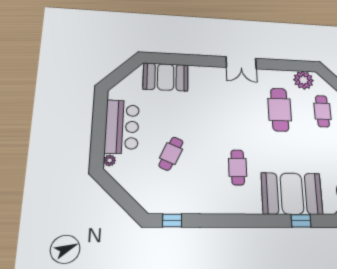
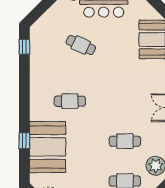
cafe table: (280, 110) -> (125, 141), width x0.73, depth x0.74
window: (301, 221) -> (24, 141), moved

